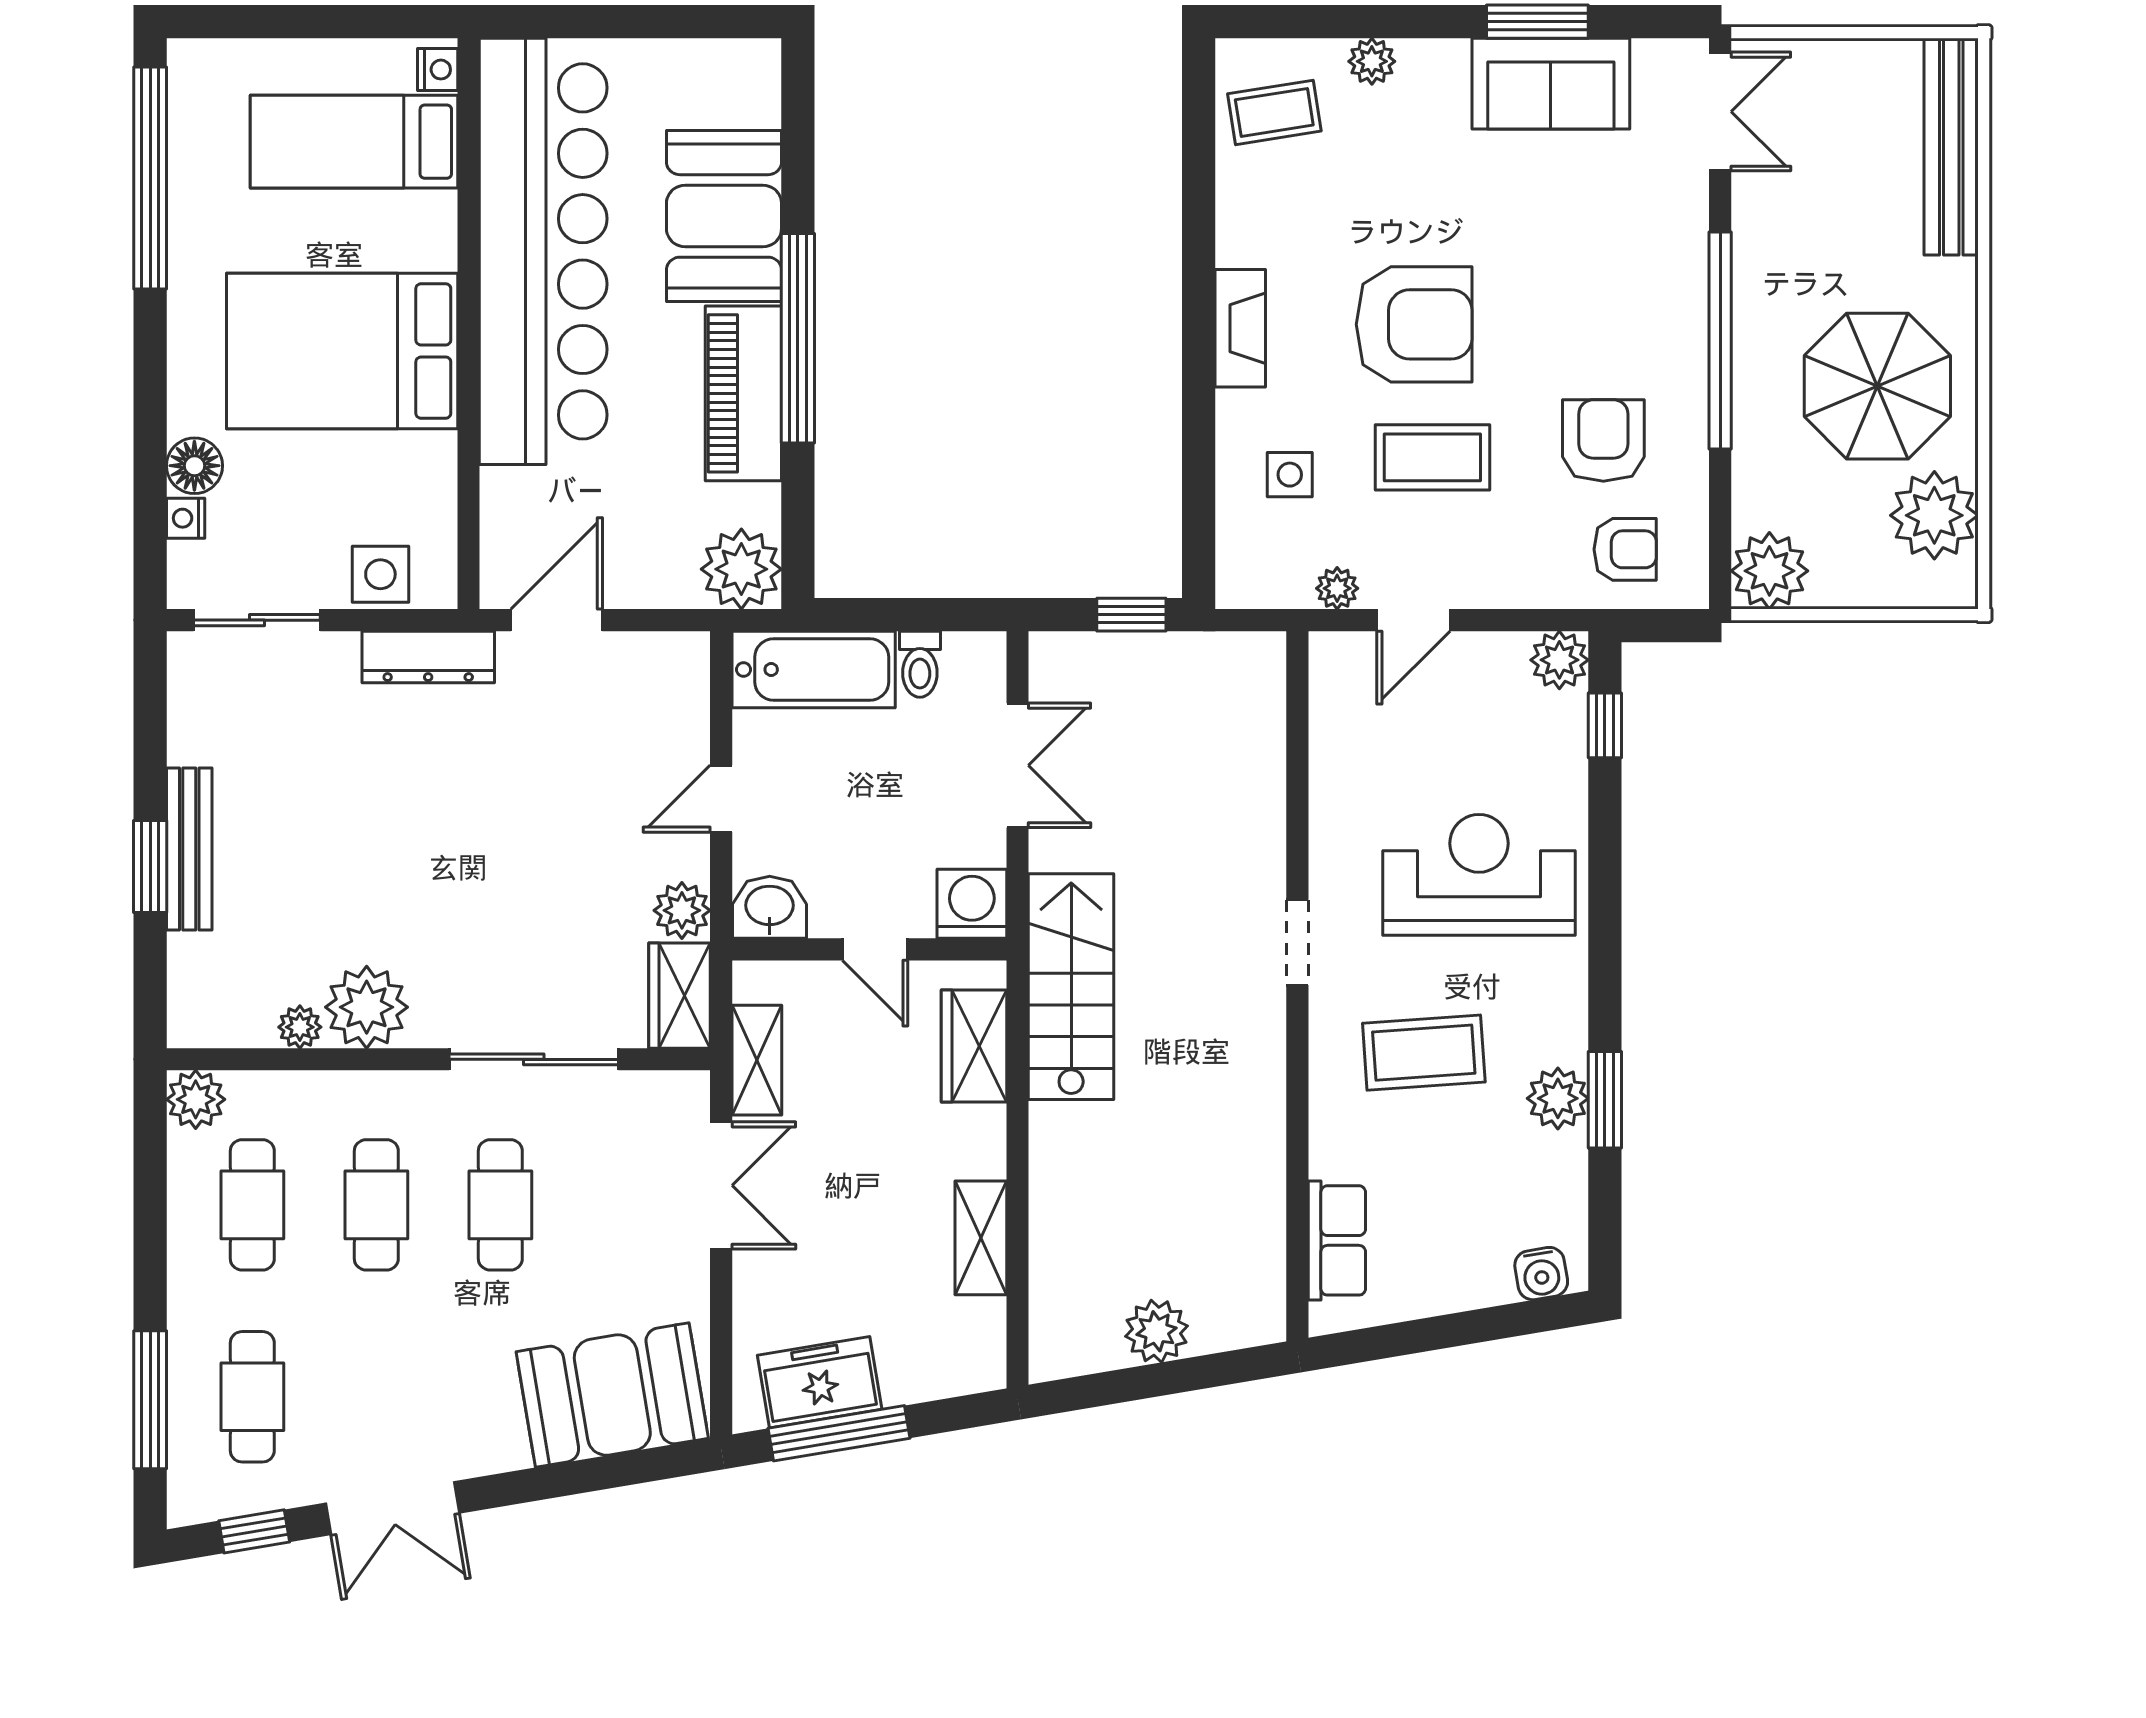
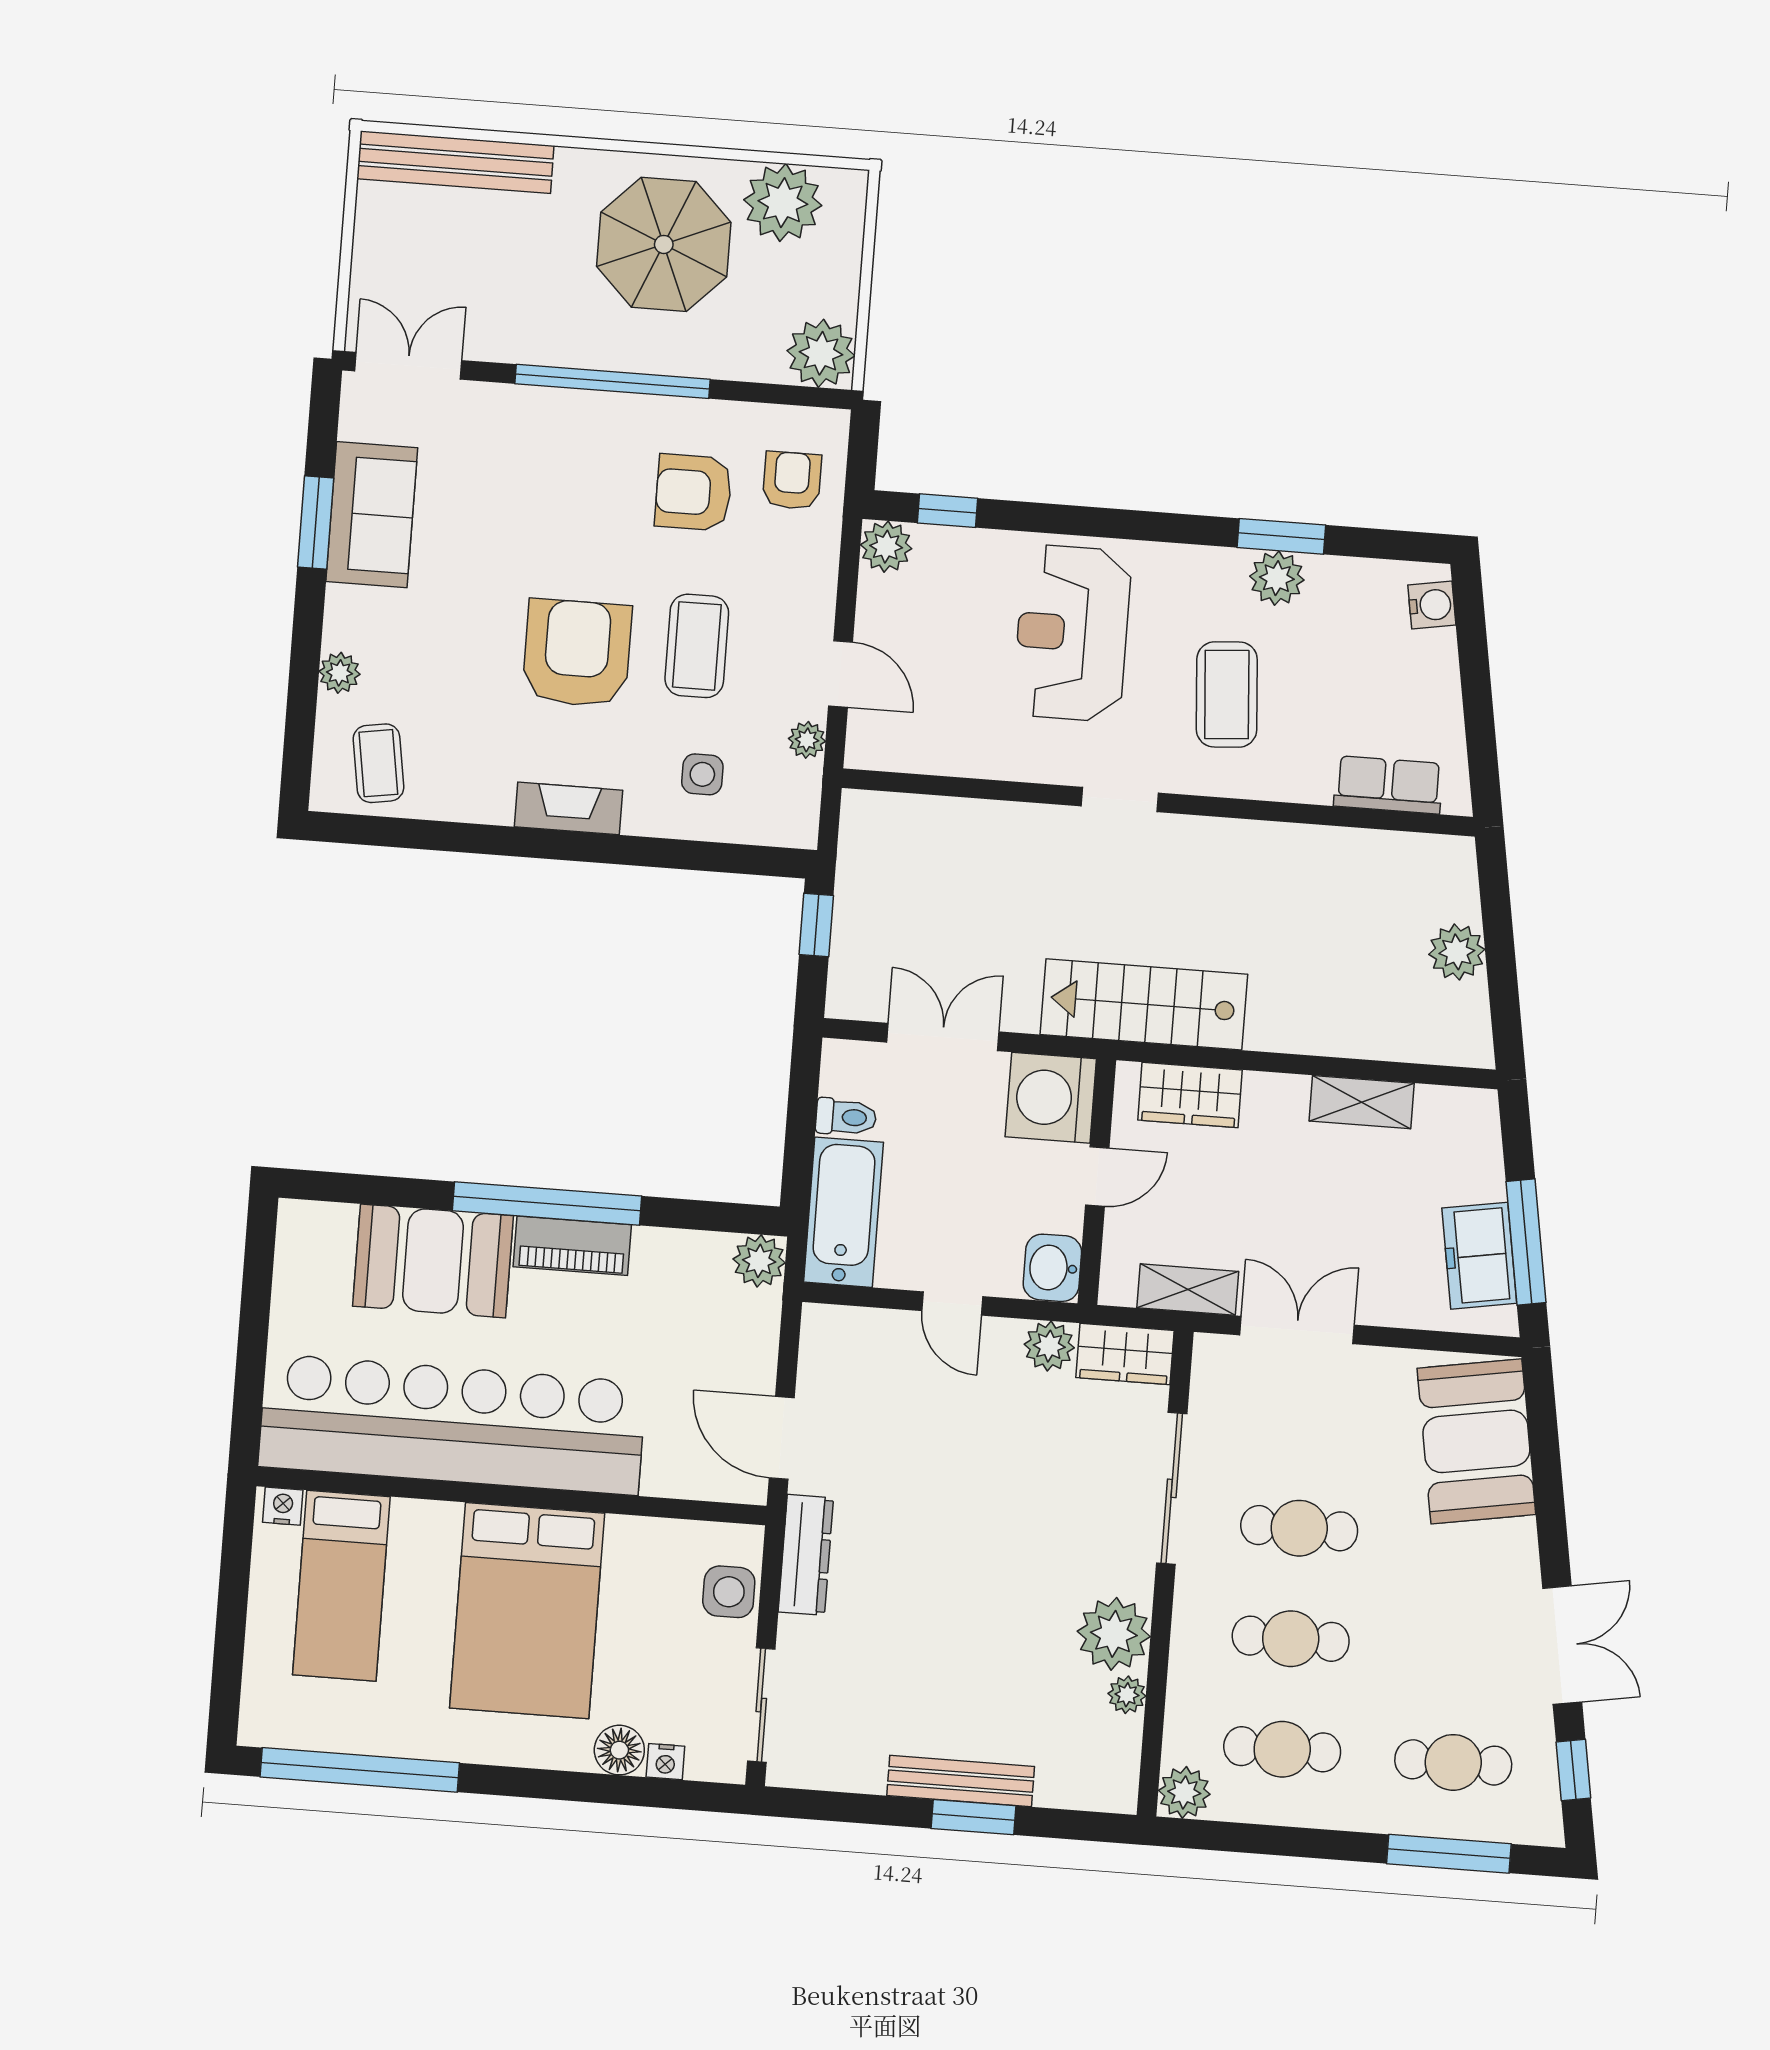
piano: (743, 393) -> (572, 1246), width x0.73, depth x0.75
plant: (741, 569) -> (759, 1261), width x0.73, depth x0.73
washing machine: (972, 904) -> (1051, 1098), width x1.37, depth x1.37

